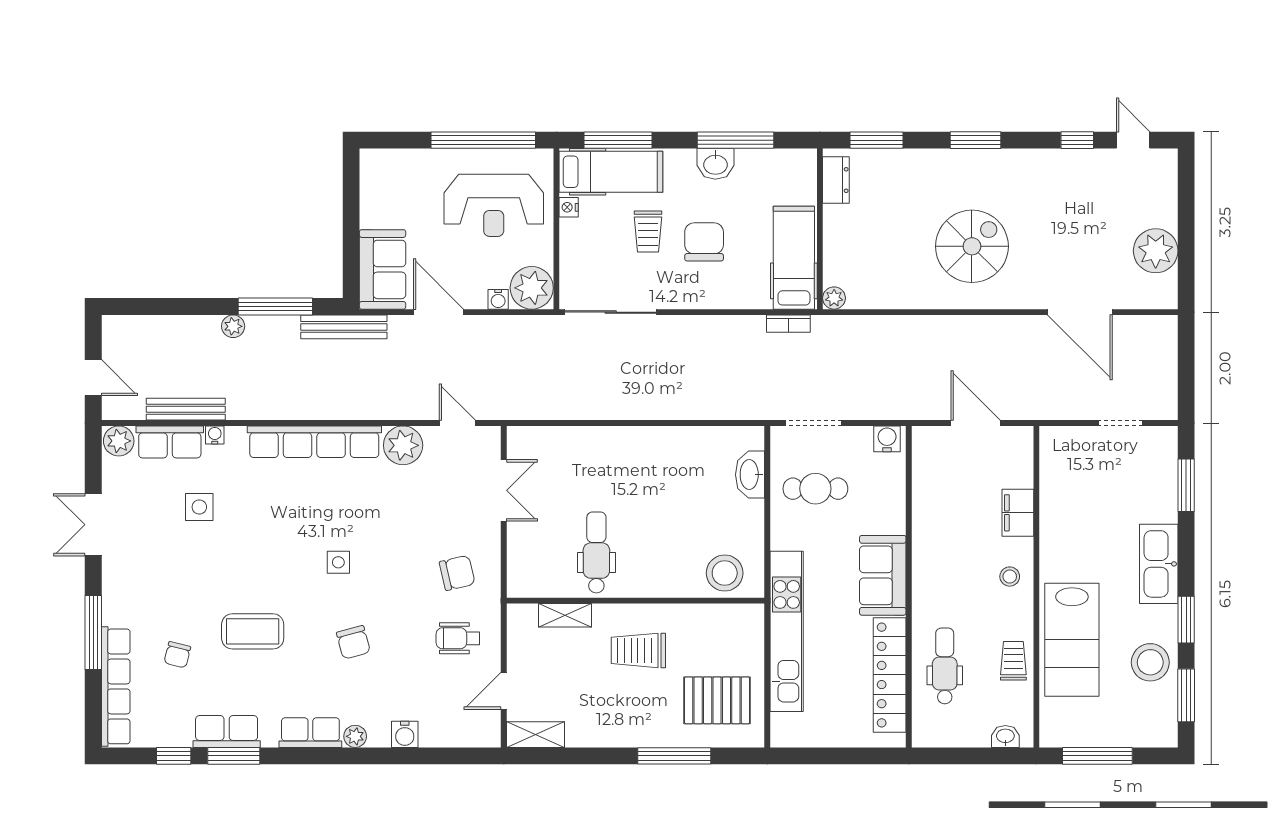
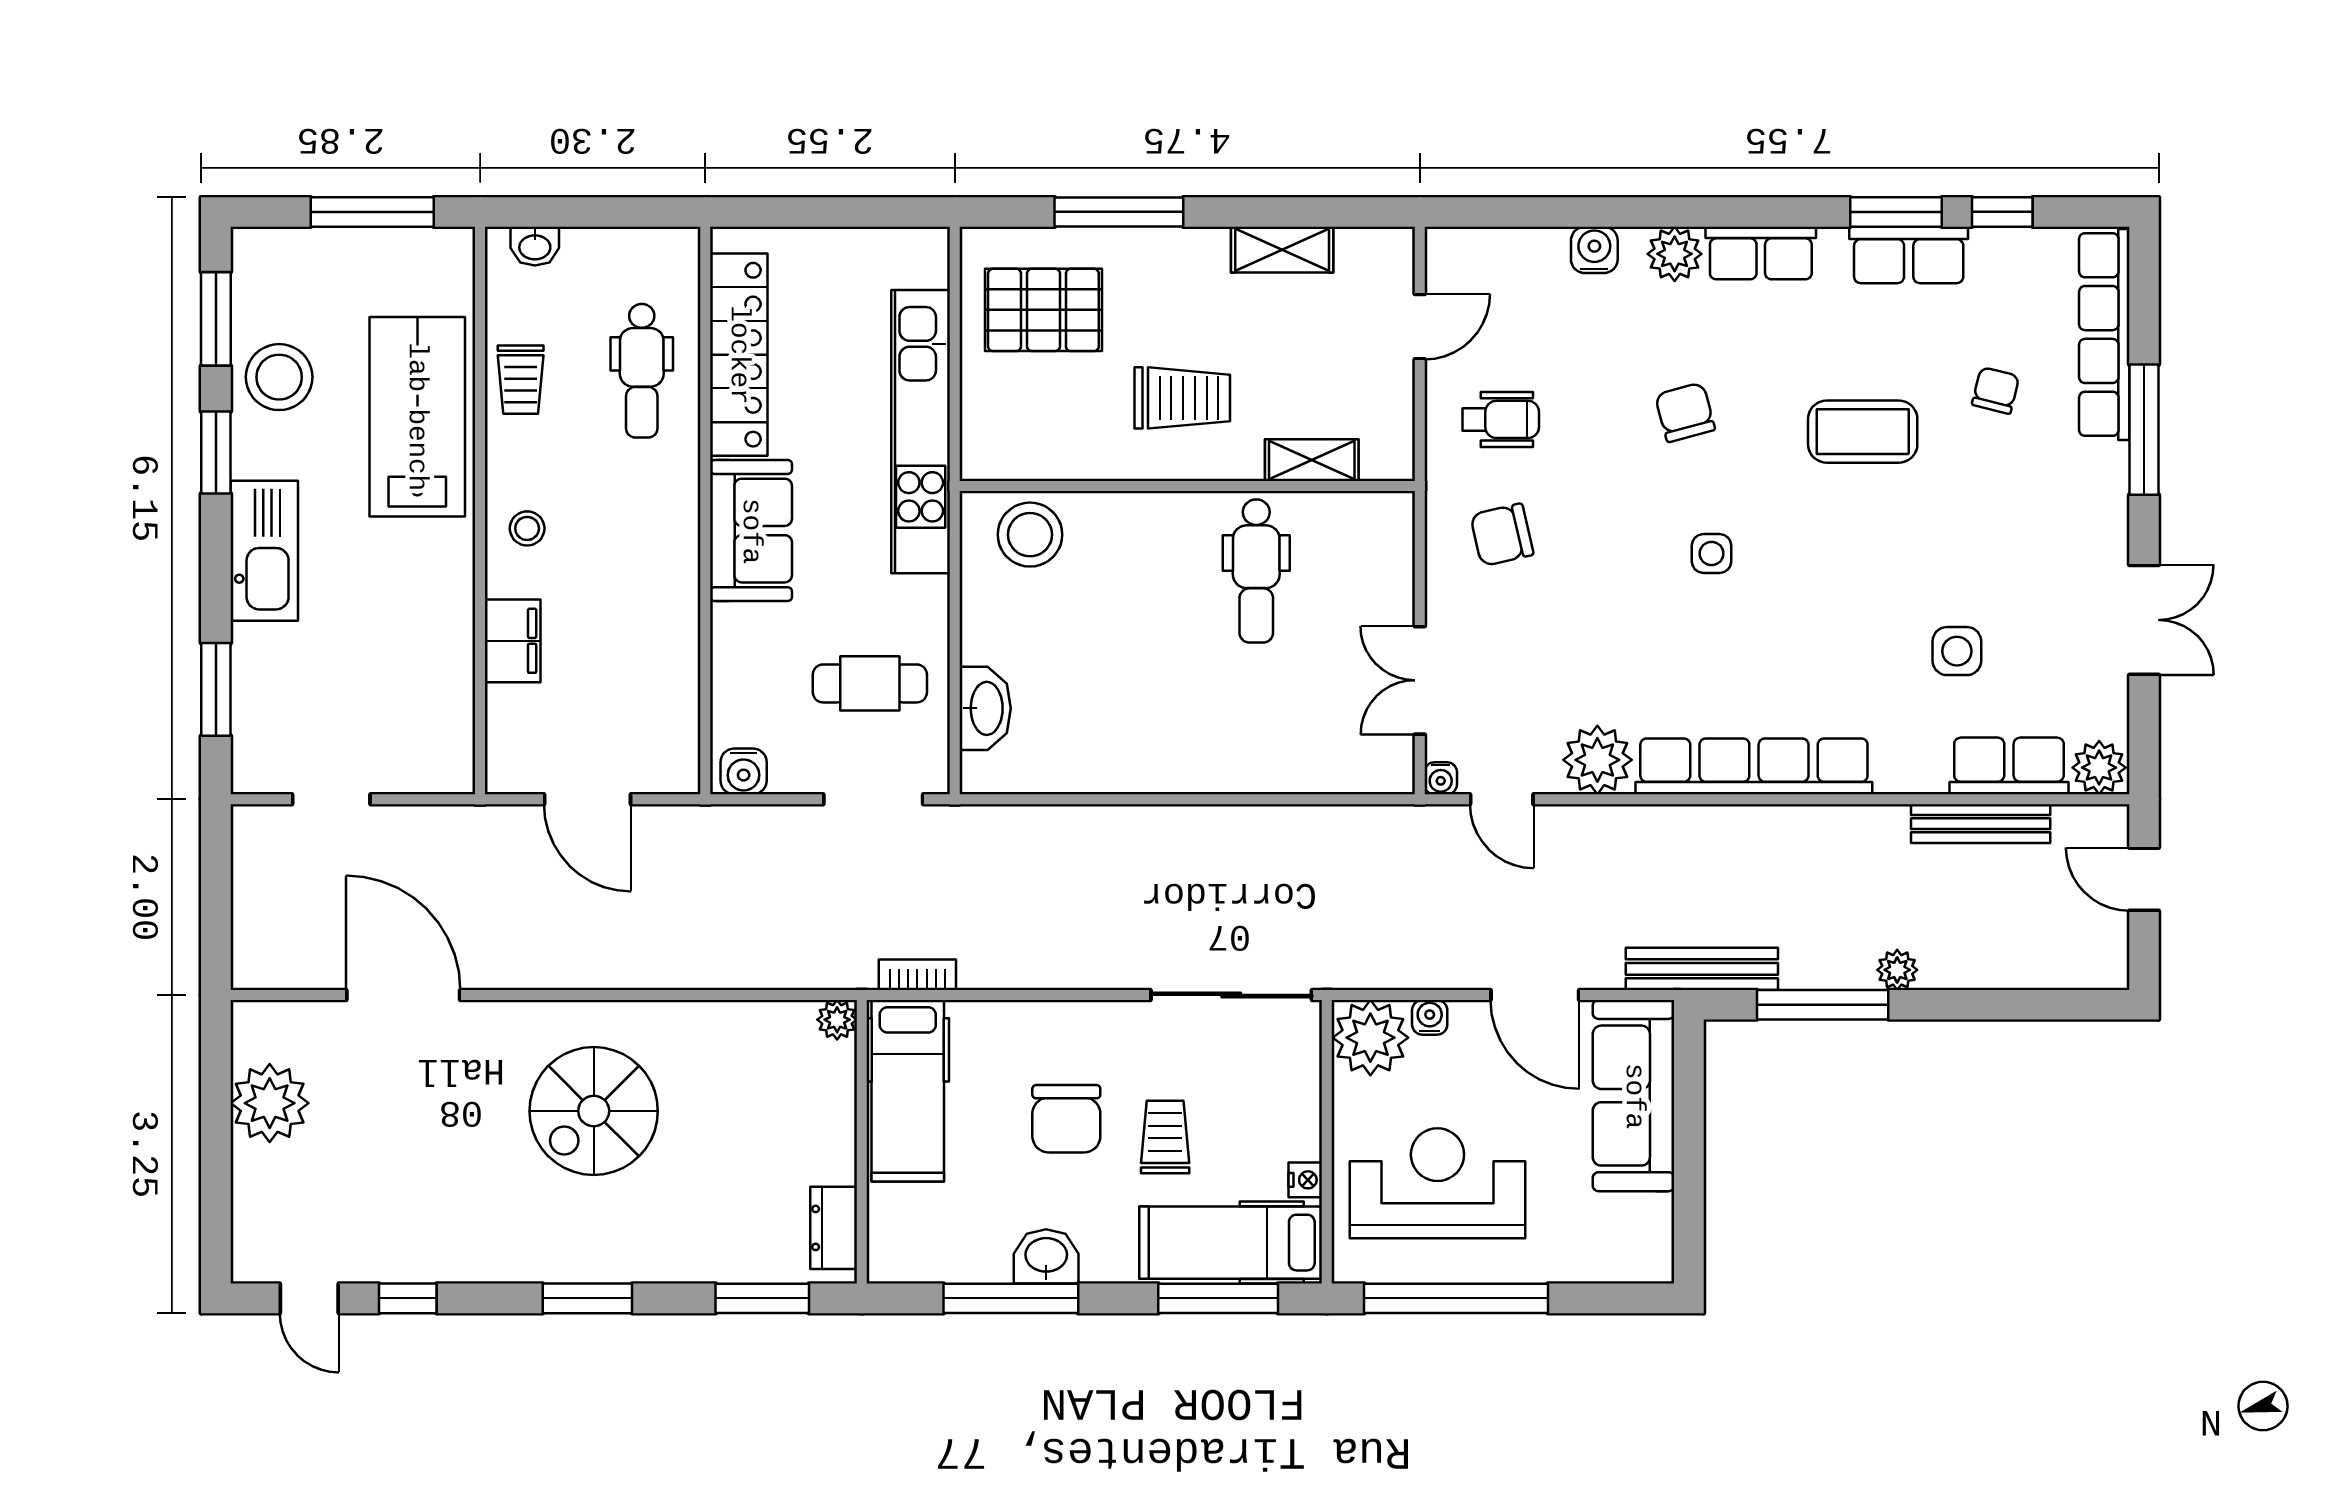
sofa: (383, 269) -> (1634, 1096), width x1.36
water cooler: (215, 435) -> (1441, 778), moved
shelving: (535, 735) -> (1282, 250), moved
plant: (355, 736) -> (1675, 254), width x1.38, depth x1.38

